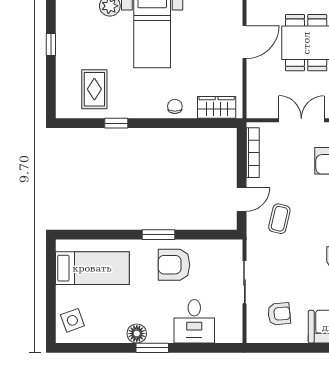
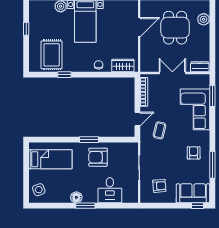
rug: (94, 89) -> (52, 55), width x1.36, depth x1.43

